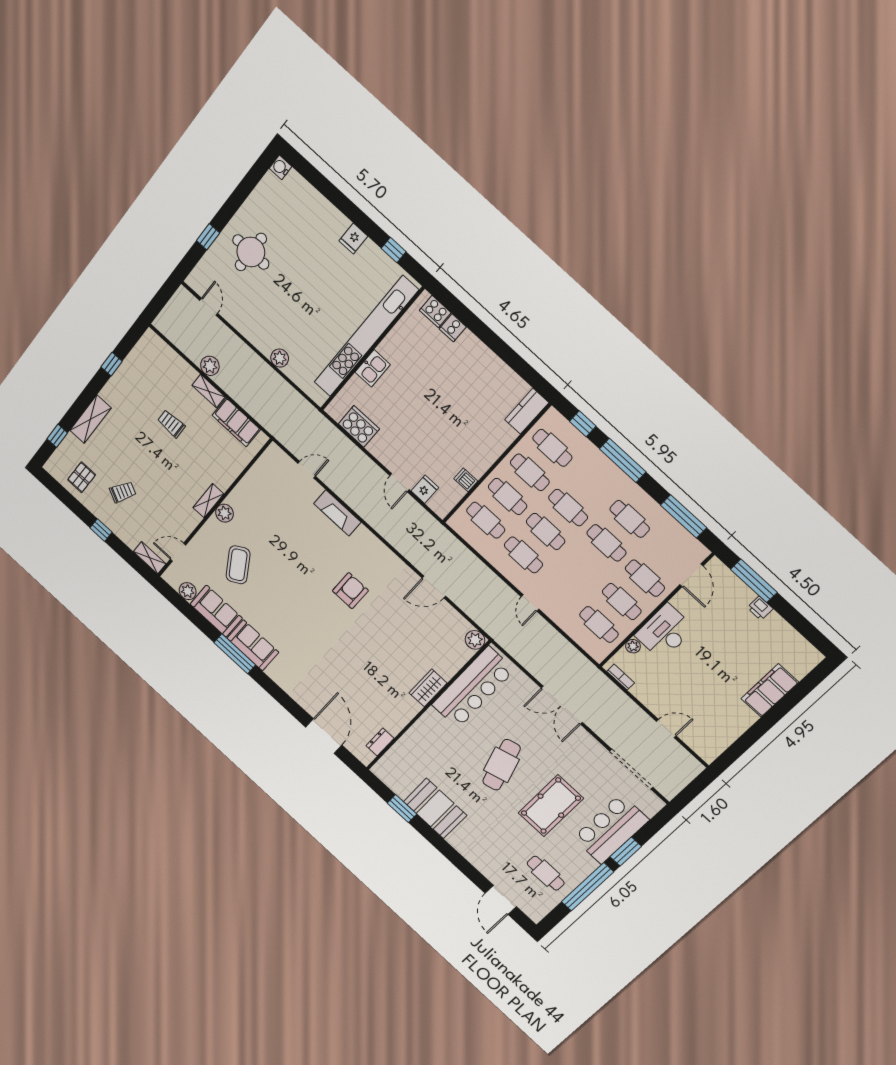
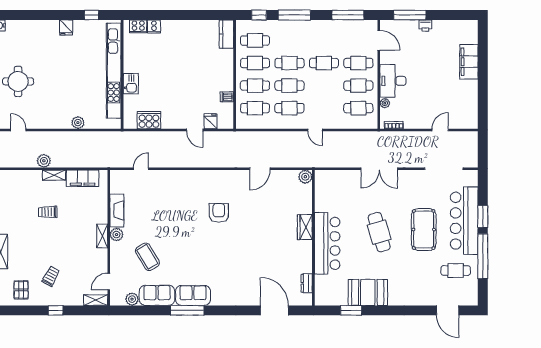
fireplace: (337, 513) -> (117, 210), moved, turned -90
cafe table: (630, 519) -> (324, 40), removed
bar counter: (473, 687) -> (327, 243), moved
bar counter: (611, 829) -> (464, 221), width x1.36

